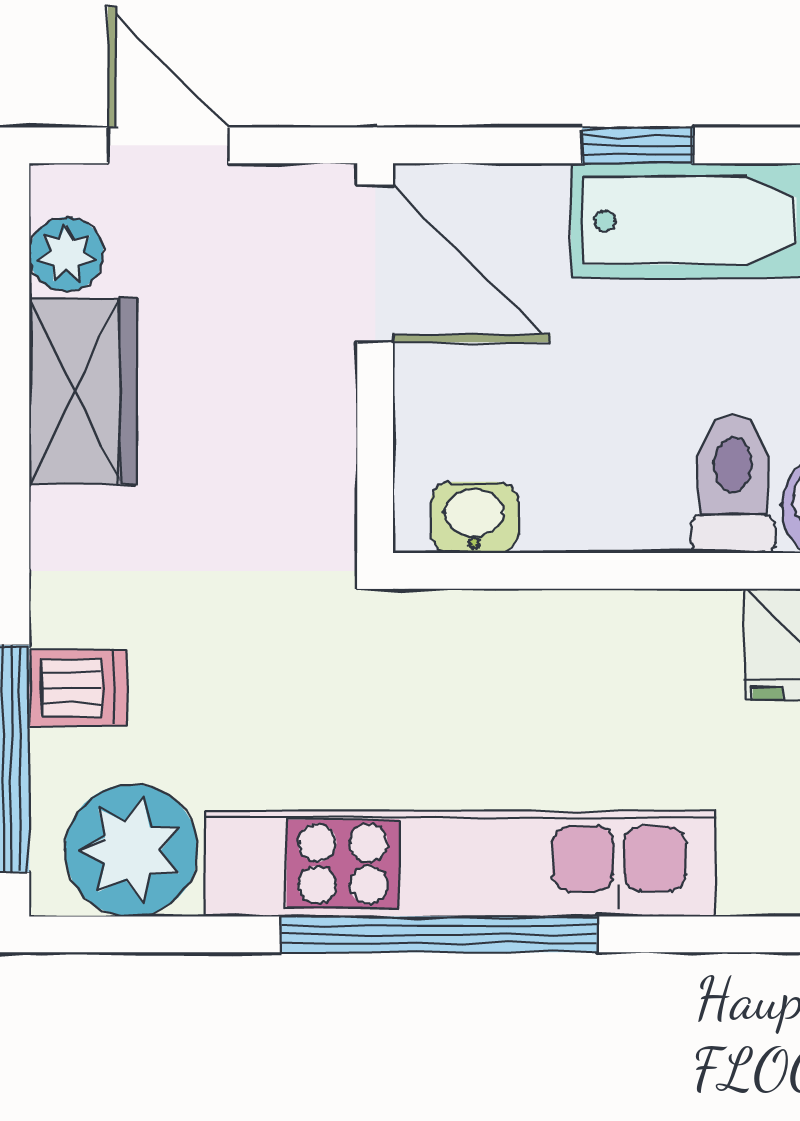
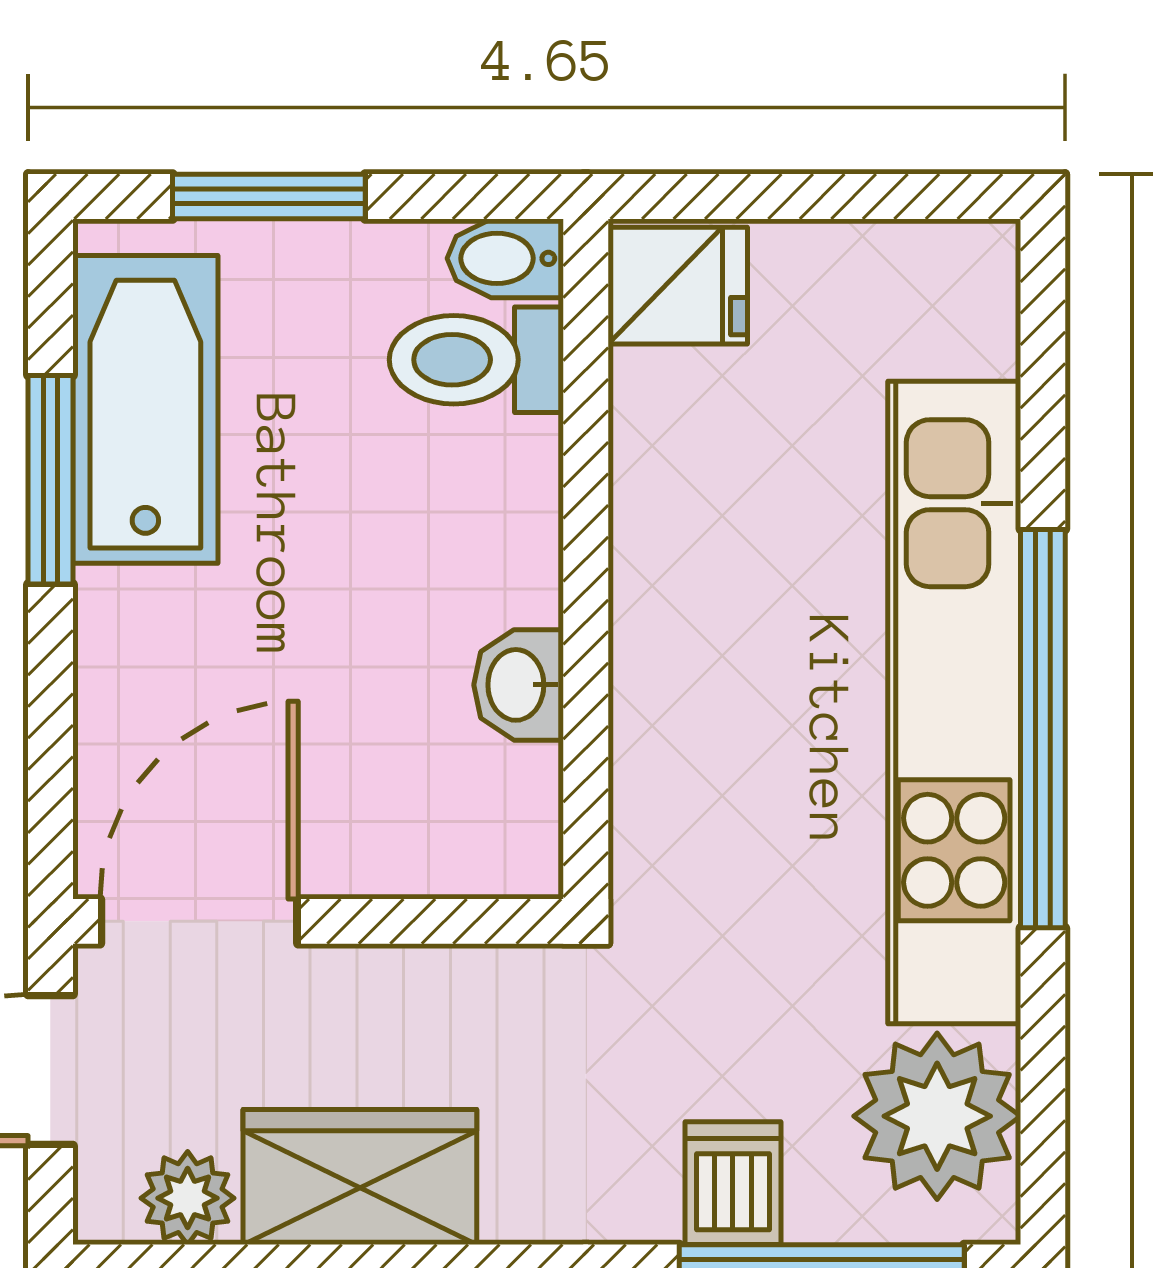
window: (638, 145) -> (50, 480), width x1.50
door: (375, 263) -> (199, 921), moved
wall: (375, 358) -> (318, 921), moved

